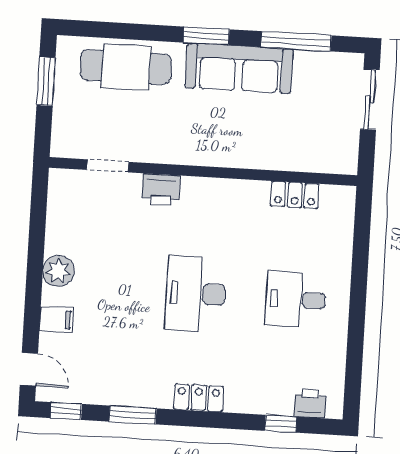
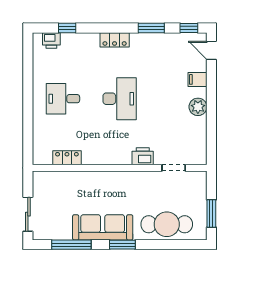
desk: (296, 299) -> (63, 99), turned 180

